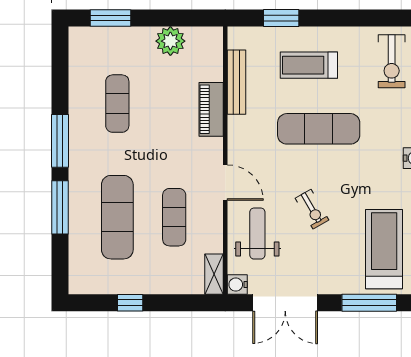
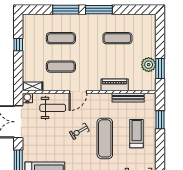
window: (110, 18) -> (160, 68), moved
exercise bike: (312, 209) -> (79, 131), moved
exercise mat: (117, 217) -> (61, 38), width x0.73, depth x0.69

